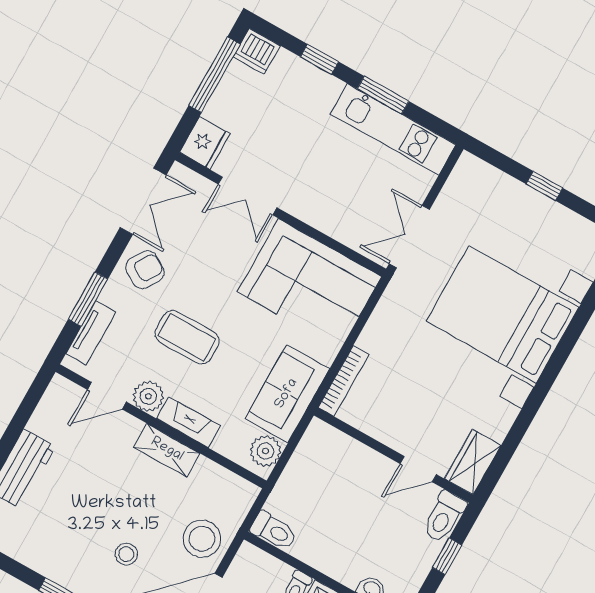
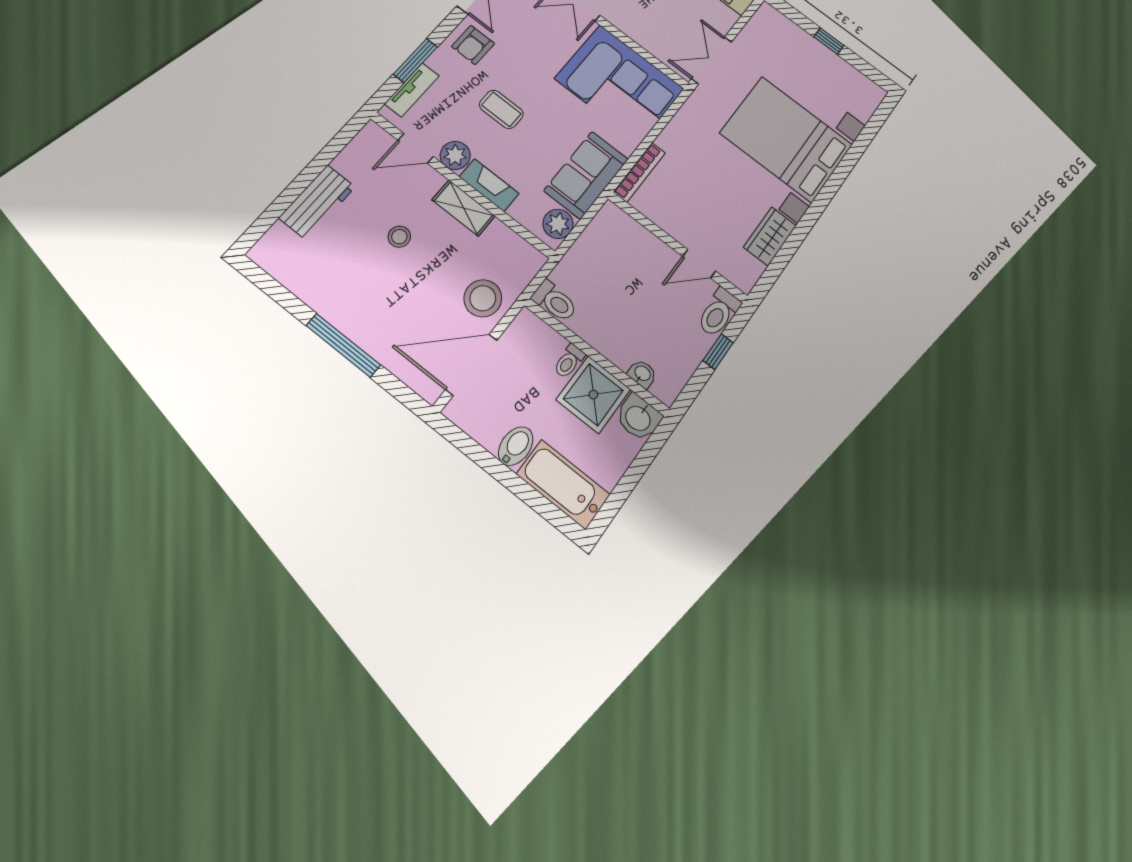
armchair: (145, 270) -> (473, 45), turned 148
coffee table: (187, 337) -> (501, 109), width x0.73, depth x0.77
wardrobe: (473, 462) -> (770, 236), moved
stool: (126, 554) -> (399, 237), moved

